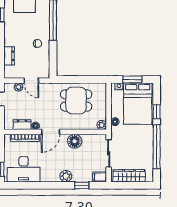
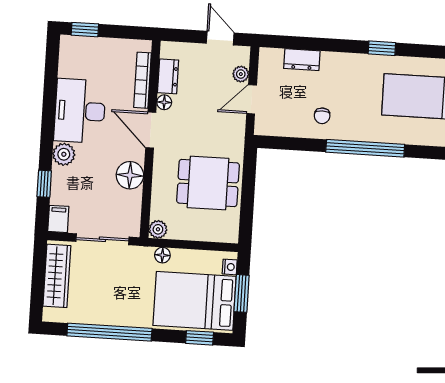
dining table: (76, 100) -> (208, 183), turned 90
window: (157, 112) -> (200, 338), moved
desk: (24, 169) -> (80, 111), moved

